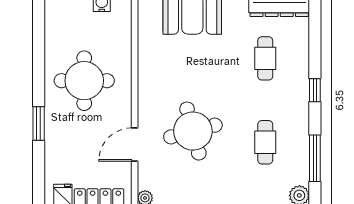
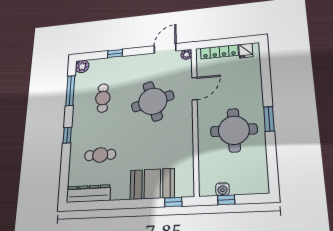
cafe table: (265, 58) -> (100, 155), turned 90
window: (39, 124) -> (269, 119), moved

